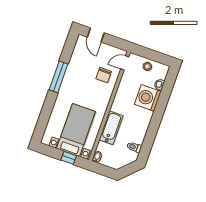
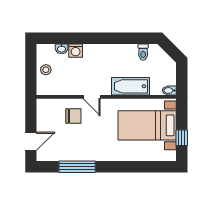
door: (125, 63) -> (92, 97), moved
window: (59, 77) -> (77, 167), moved
washing machine: (148, 98) -> (76, 51), width x0.53, depth x0.53
window: (69, 158) -> (182, 138), moved

